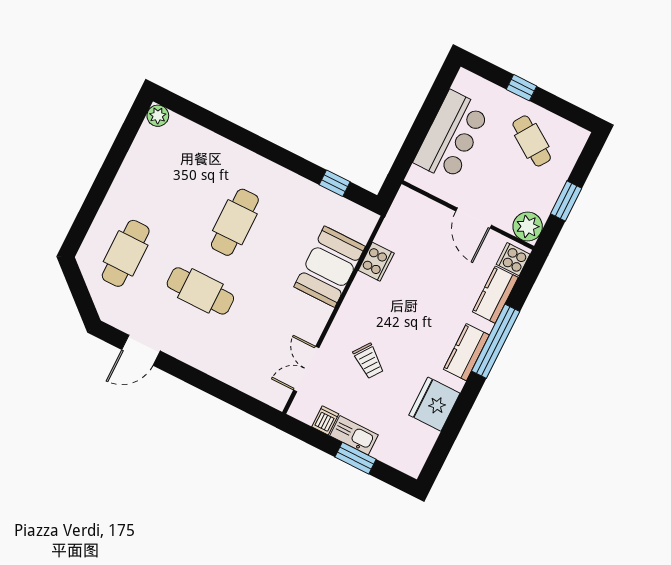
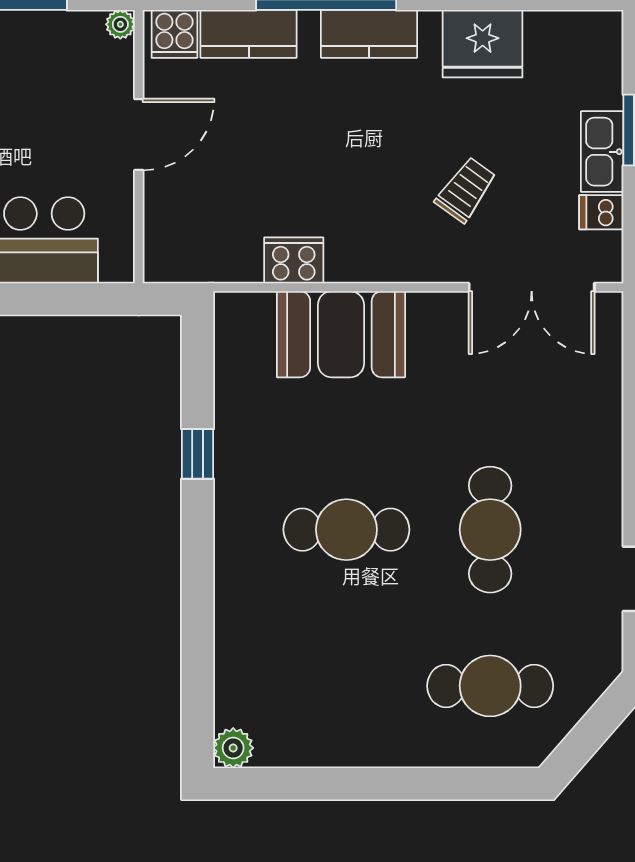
window: (335, 183) -> (197, 454), moved
plant: (528, 227) -> (120, 24), width x0.53, depth x0.53
double door: (306, 369) -> (532, 287), width x1.37

